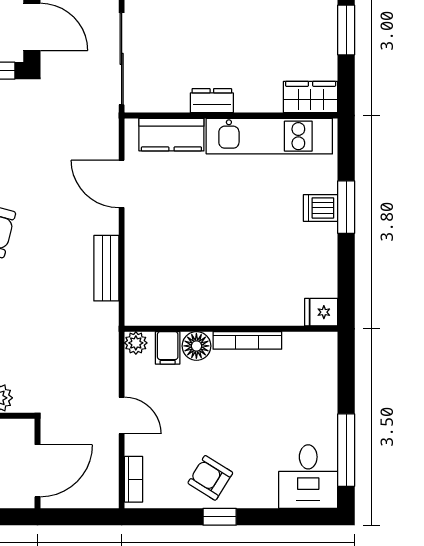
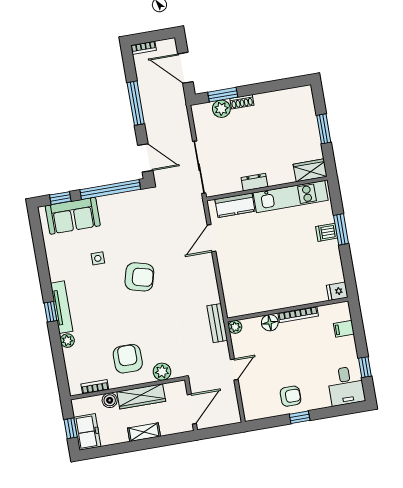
door: (122, 184) -> (211, 238), hinge flipped
bench: (106, 268) -> (217, 323), moved
filing cabinet: (168, 348) -> (344, 329), moved, turned 90
door: (122, 416) -> (234, 369), hinge flipped
window: (346, 450) -> (365, 367), width x0.46
armchair: (210, 478) -> (291, 396), turned 148
bookcase: (134, 479) -> (247, 404), removed

